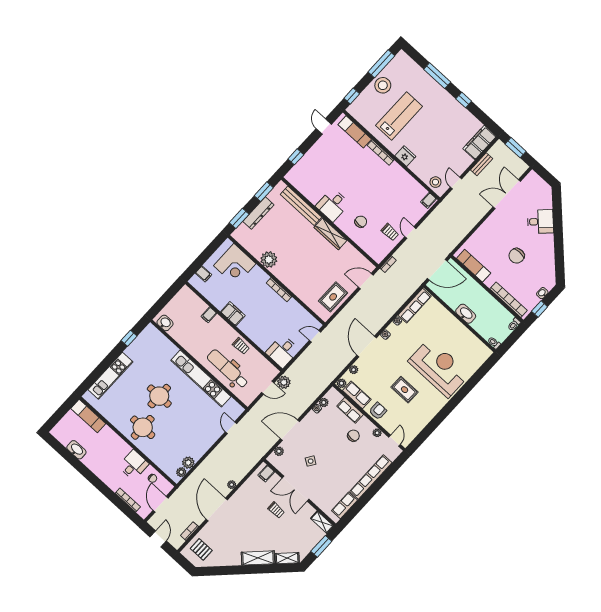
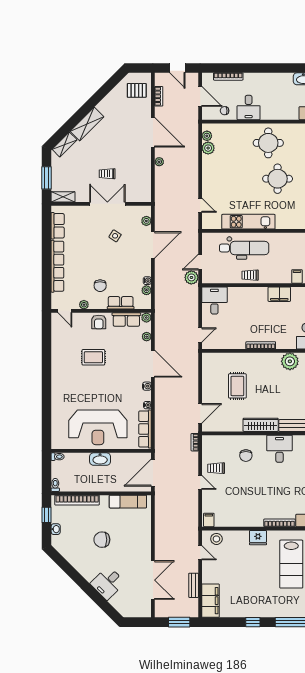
chair: (517, 256) -> (102, 540), turned -90
rug: (333, 297) -> (237, 386), moved
reception desk: (439, 368) -> (98, 427), moved
kitchen unit: (201, 378) -> (248, 222), width x0.73
filing cabinet: (266, 473) -> (141, 195), removed

